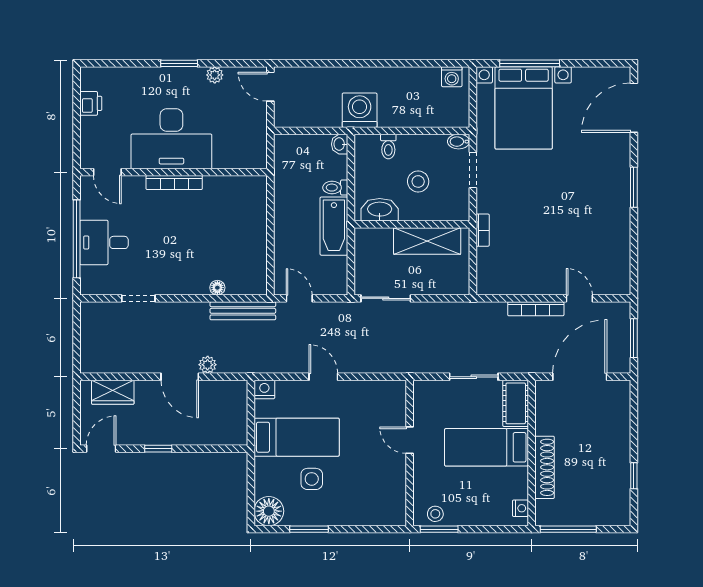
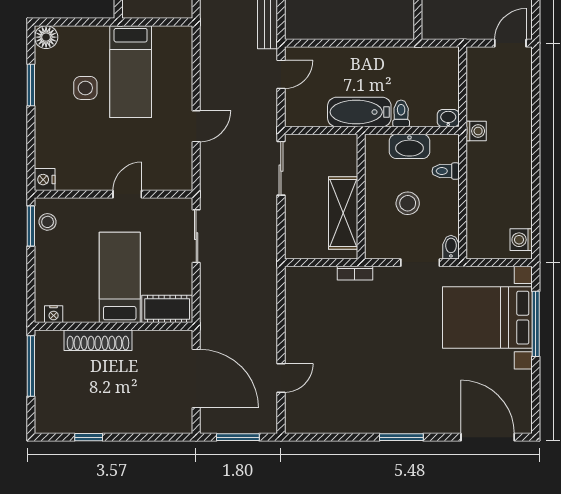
washing machine: (360, 110) -> (476, 131), width x0.53, depth x0.53
washbasin: (380, 210) -> (409, 146), moved, turned 90
bookcase: (536, 309) -> (270, 331), removed
door: (323, 377) -> (196, 126), moved
sliding door: (474, 377) -> (196, 236), moved
nightstand: (264, 389) -> (45, 180), moved, turned 180
floor lamp: (269, 511) -> (46, 37), width x0.73, depth x0.73

